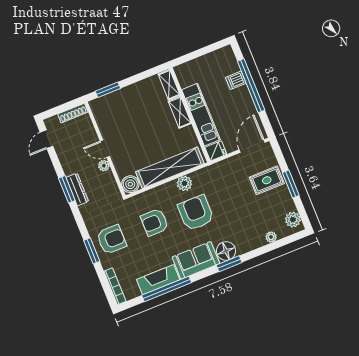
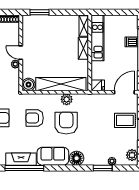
kitchen unit: (201, 115) -> (97, 38), moved
window: (229, 264) -> (103, 168), moved

